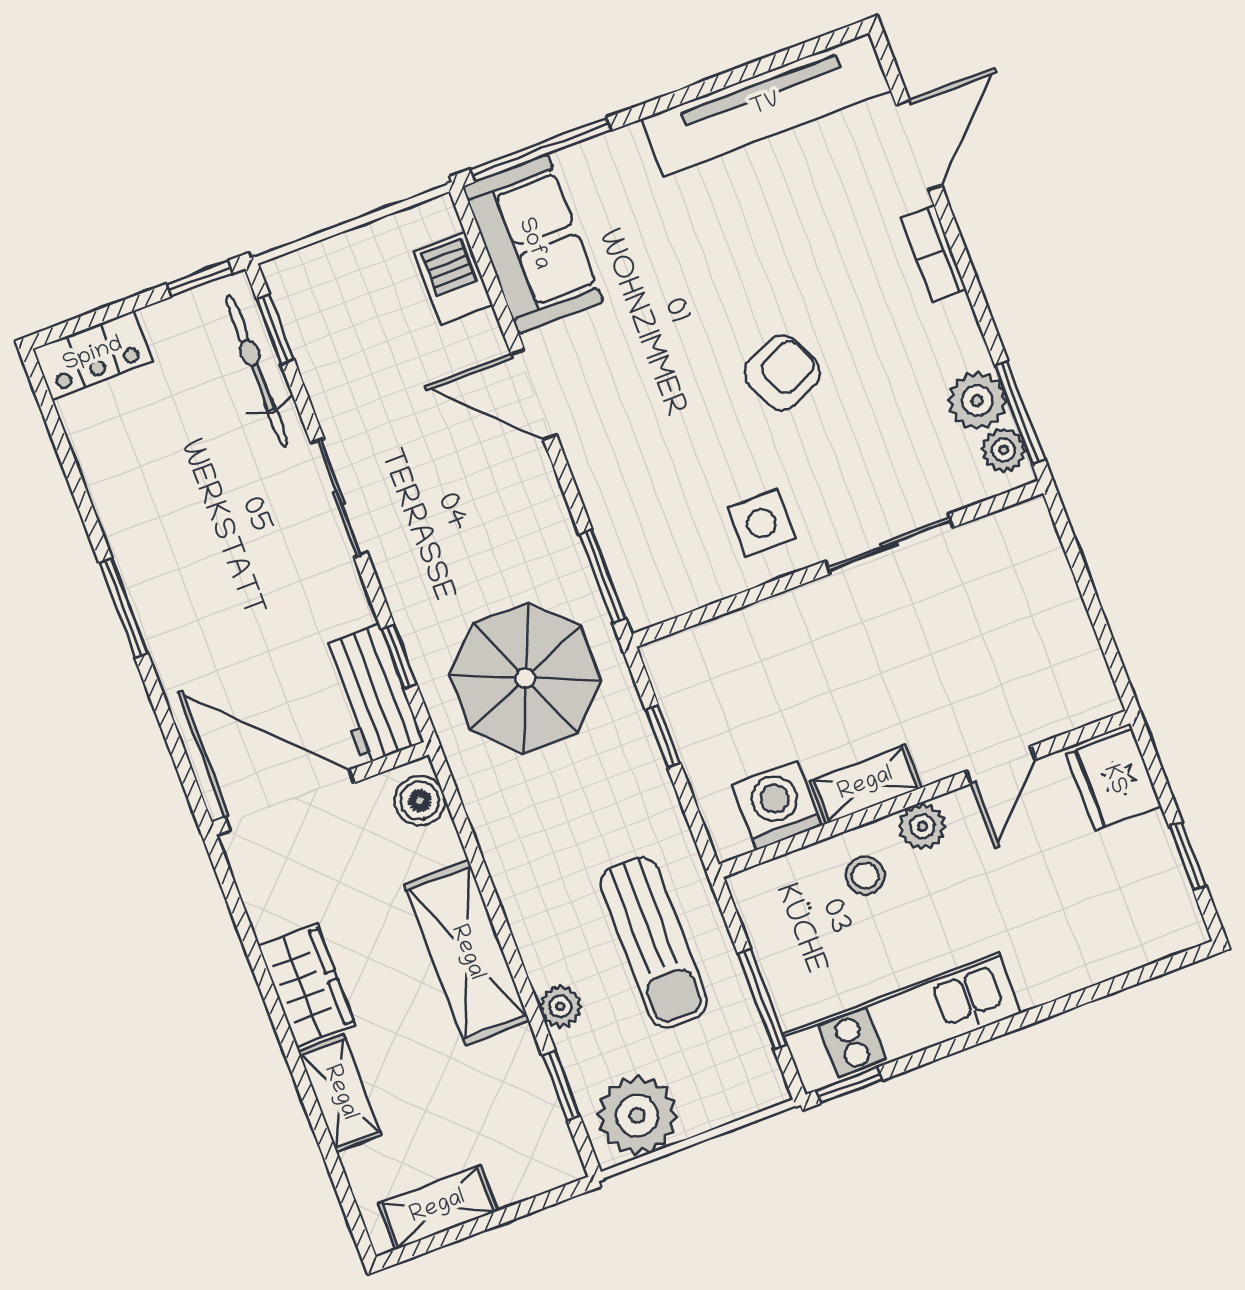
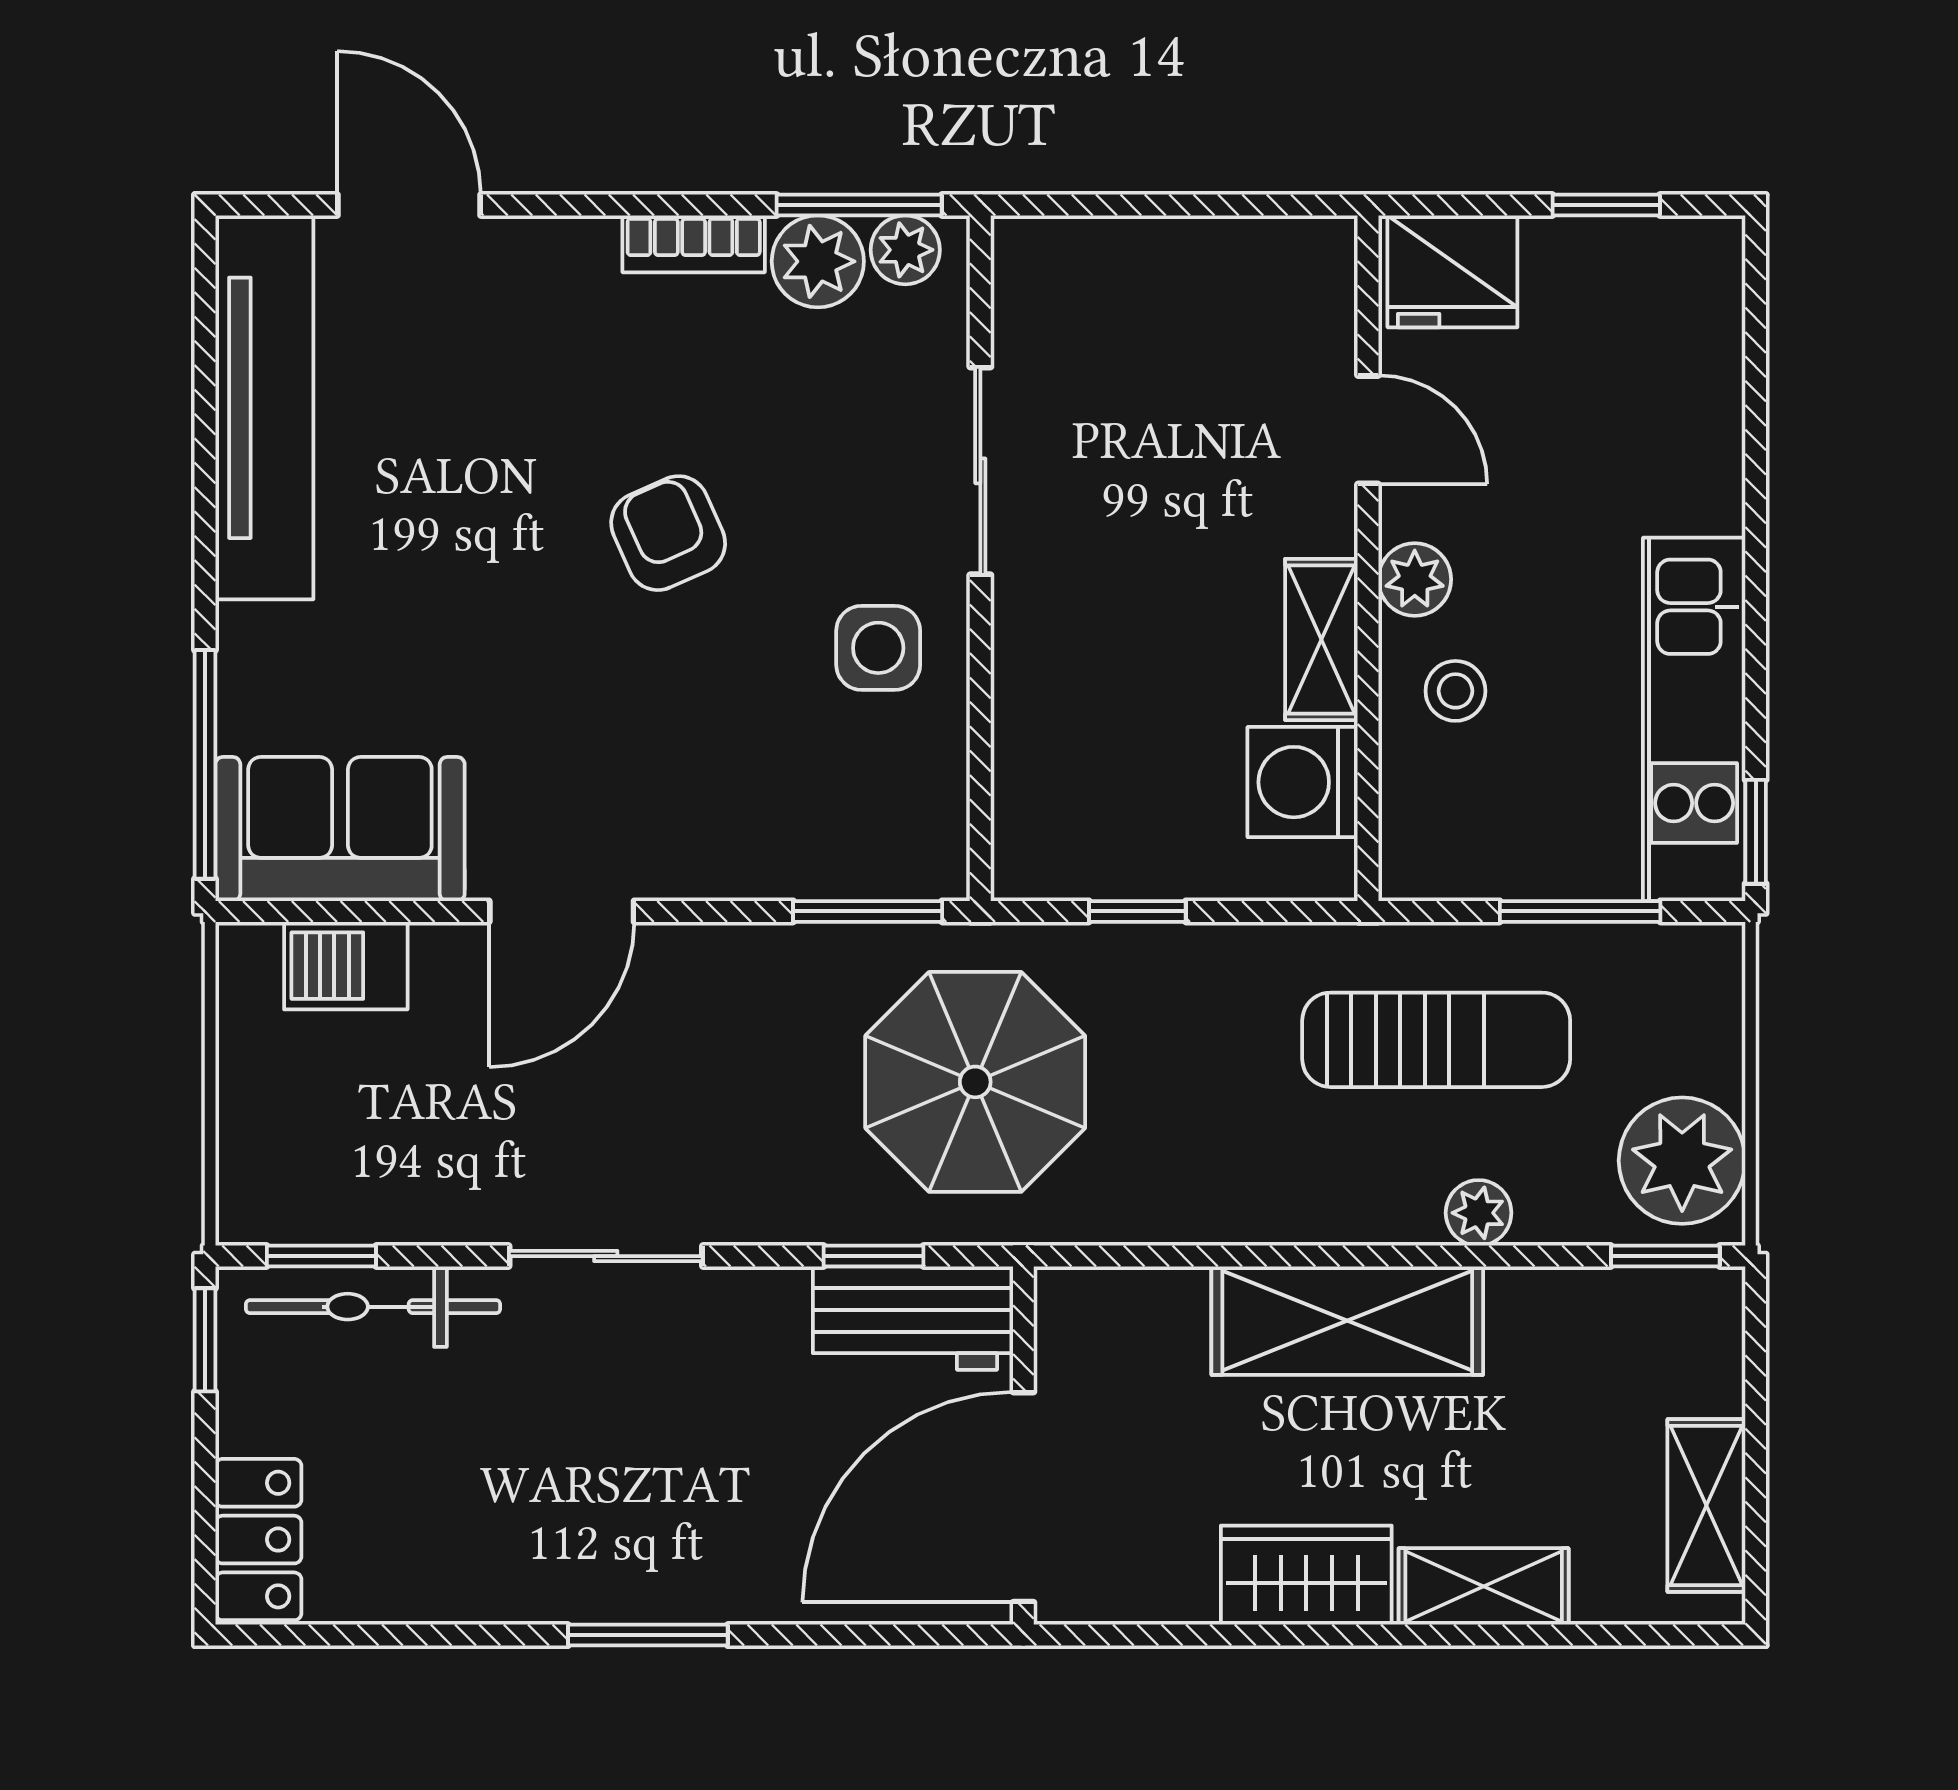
bookcase: (933, 253) -> (694, 244), moved
boiler: (420, 801) -> (1097, 1306), removed
window: (561, 1085) -> (1665, 1256), moved

